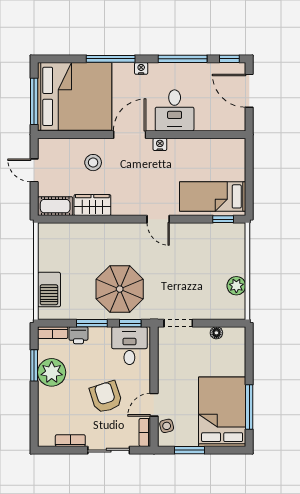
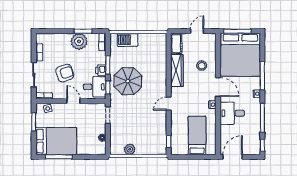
door: (249, 91) -> (233, 157), moved
bed: (213, 196) -> (197, 135), moved
wardrobe: (92, 205) -> (177, 71), width x1.50
printer: (78, 335) -> (101, 70), moved
door: (154, 405) -> (74, 101), moved

